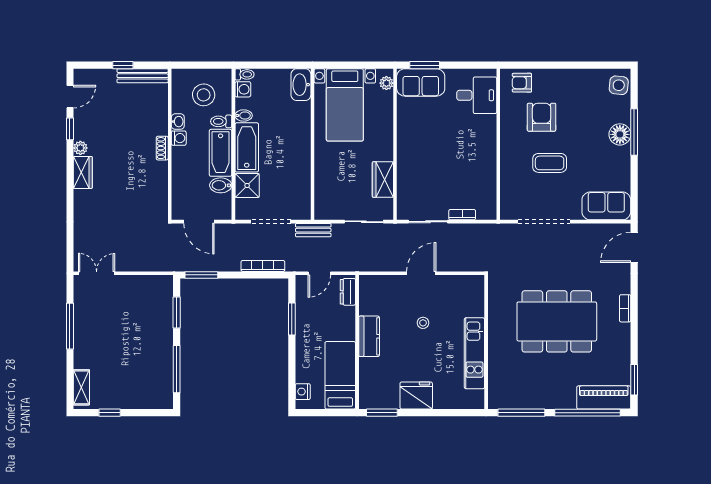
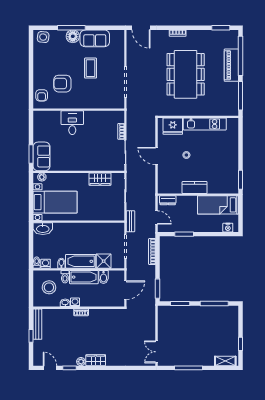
desk: (477, 95) -> (72, 123), moved
coffee table: (550, 163) -> (91, 68), moved
sofa: (606, 206) -> (95, 38), moved, turned -90
fridge: (416, 396) -> (173, 126), moved, turned -90
piano: (604, 397) -> (231, 65), moved

